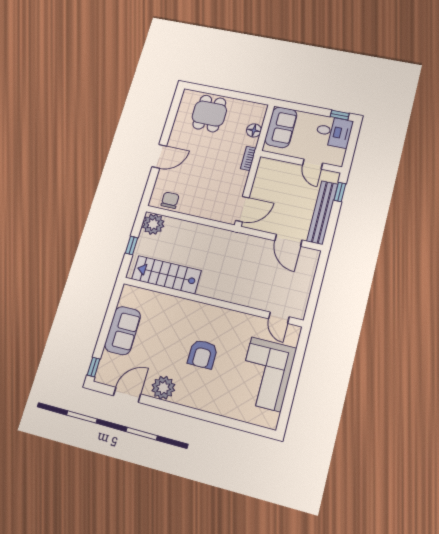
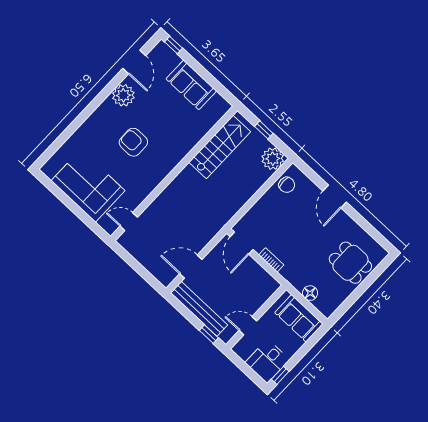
bookcase: (248, 158) -> (271, 260), moved

